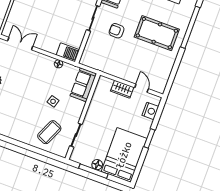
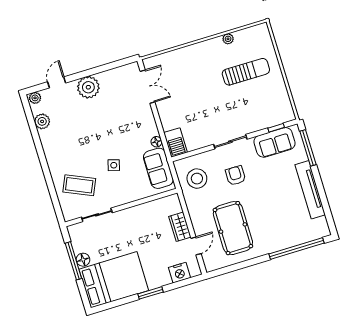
pool table: (157, 33) -> (233, 228), moved
stool: (100, 56) -> (197, 179), added
sofa: (83, 85) -> (158, 168), moved, turned -90

